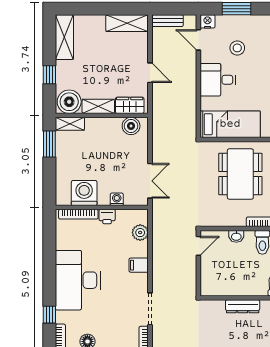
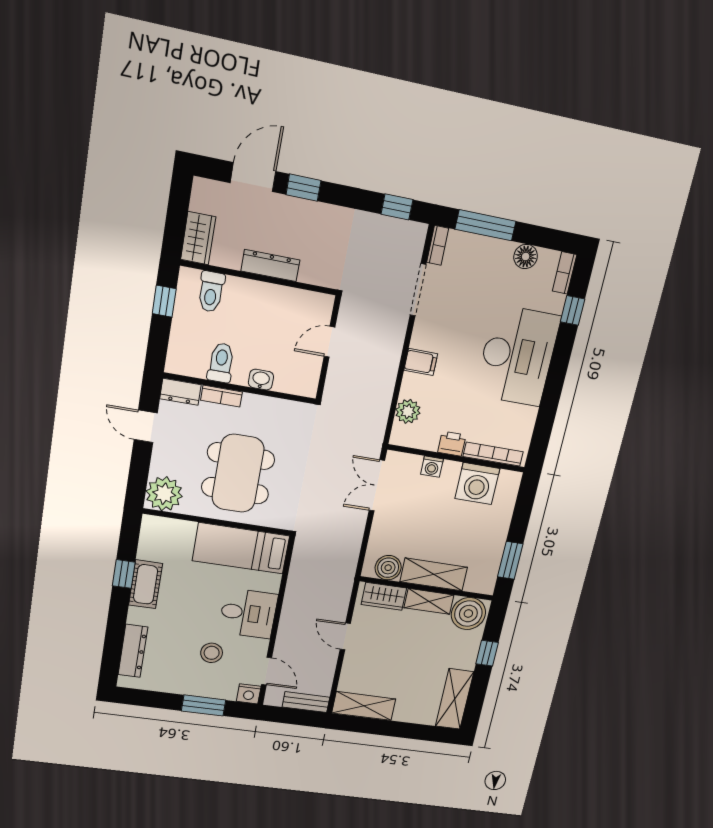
shelving: (70, 124) -> (434, 574), moved, width x1.50, depth x1.33
door: (198, 246) -> (330, 342), moved

